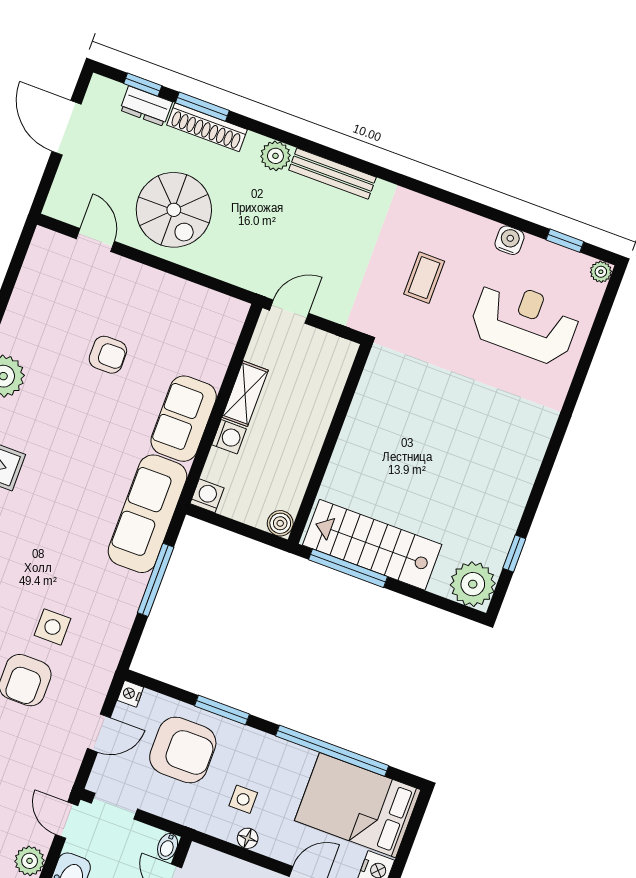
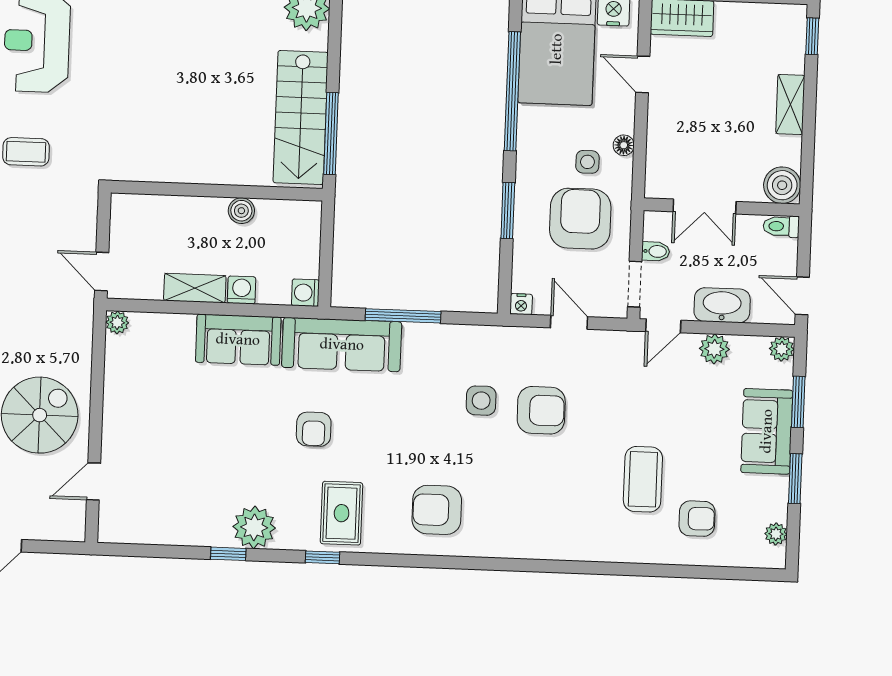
plant: (237, 311) -> (117, 322), added
armchair: (108, 355) -> (314, 429), moved, turned 180
boiler: (280, 523) -> (241, 211), moved
armchair: (183, 750) -> (580, 219), moved
bidet: (168, 846) -> (656, 251), moved

